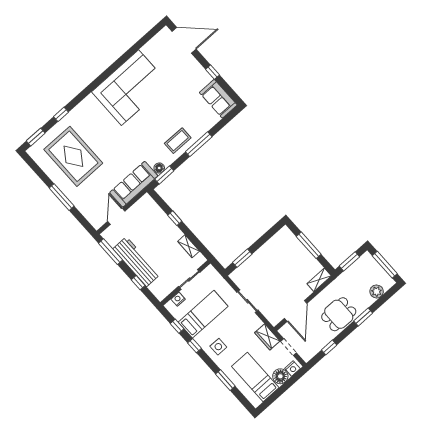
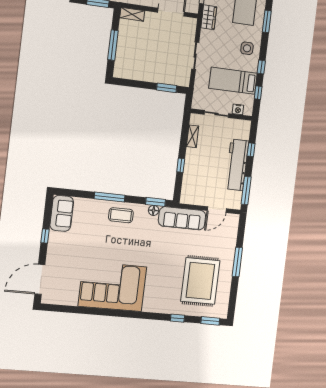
door: (184, 40) -> (40, 279), hinge flipped

